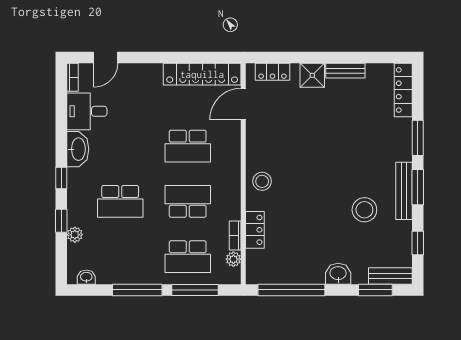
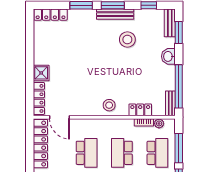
bench: (345, 71) -> (170, 103), moved
locker: (272, 72) -> (39, 98), width x1.53

